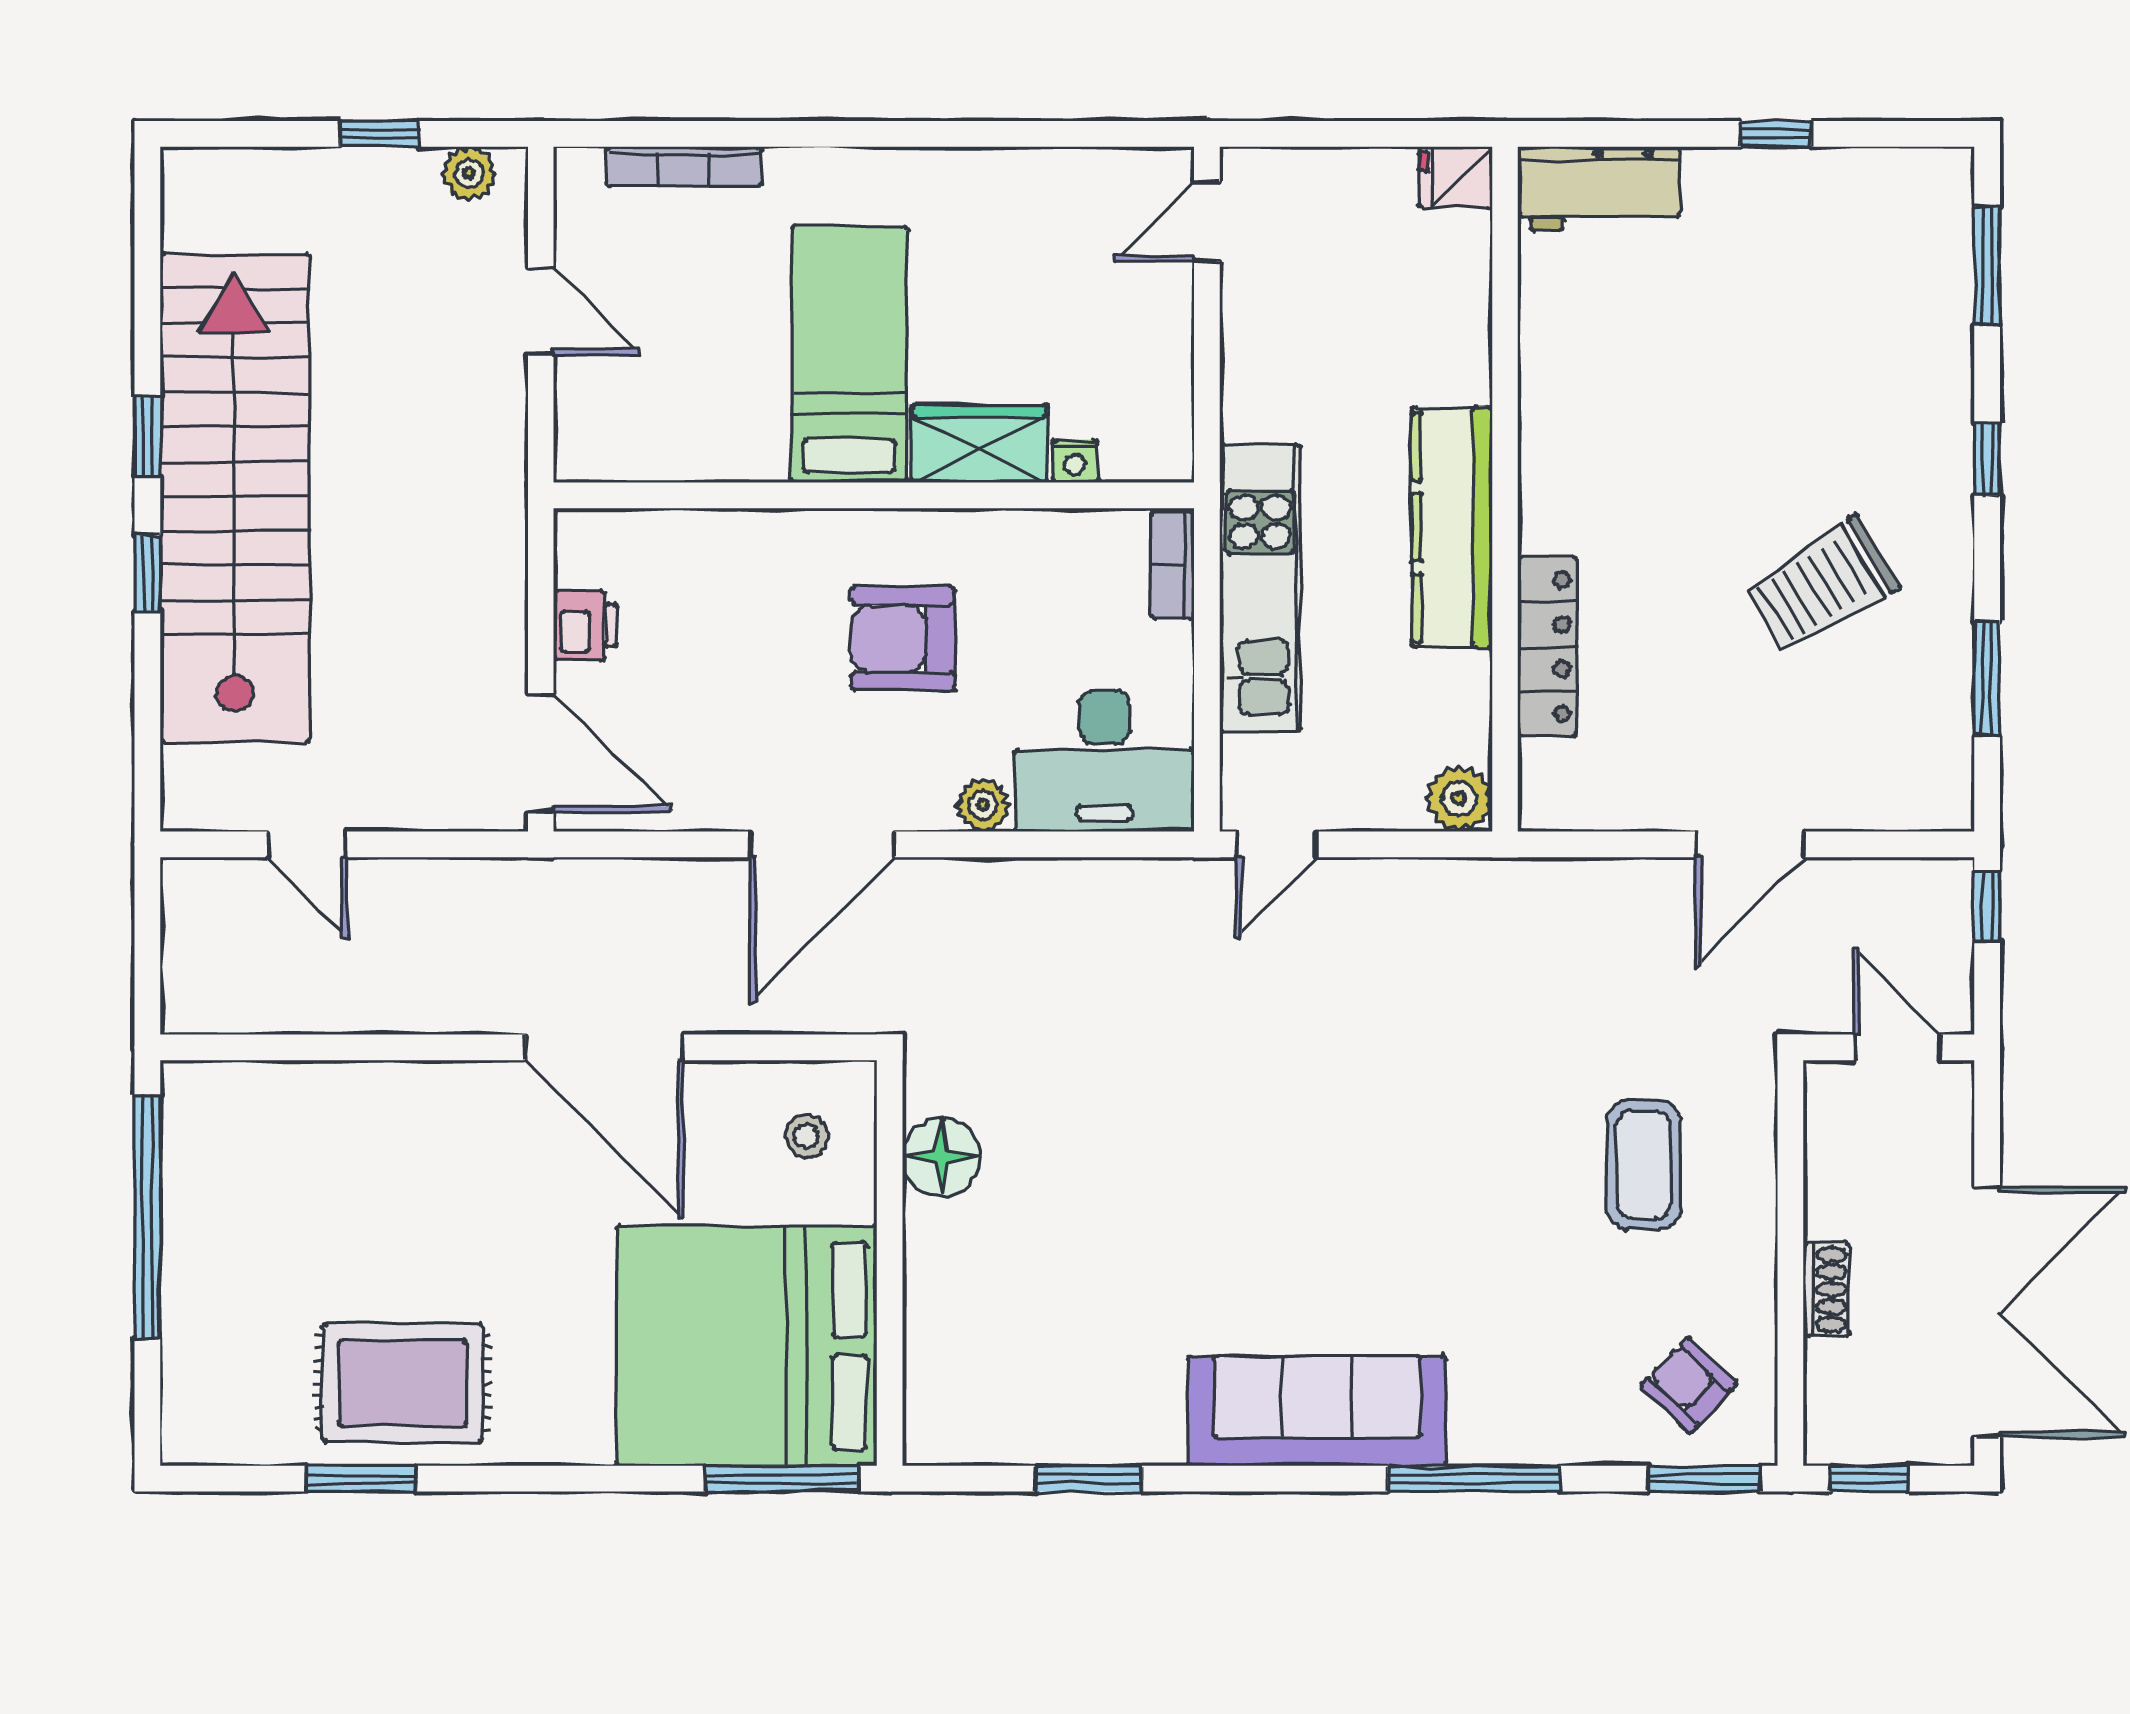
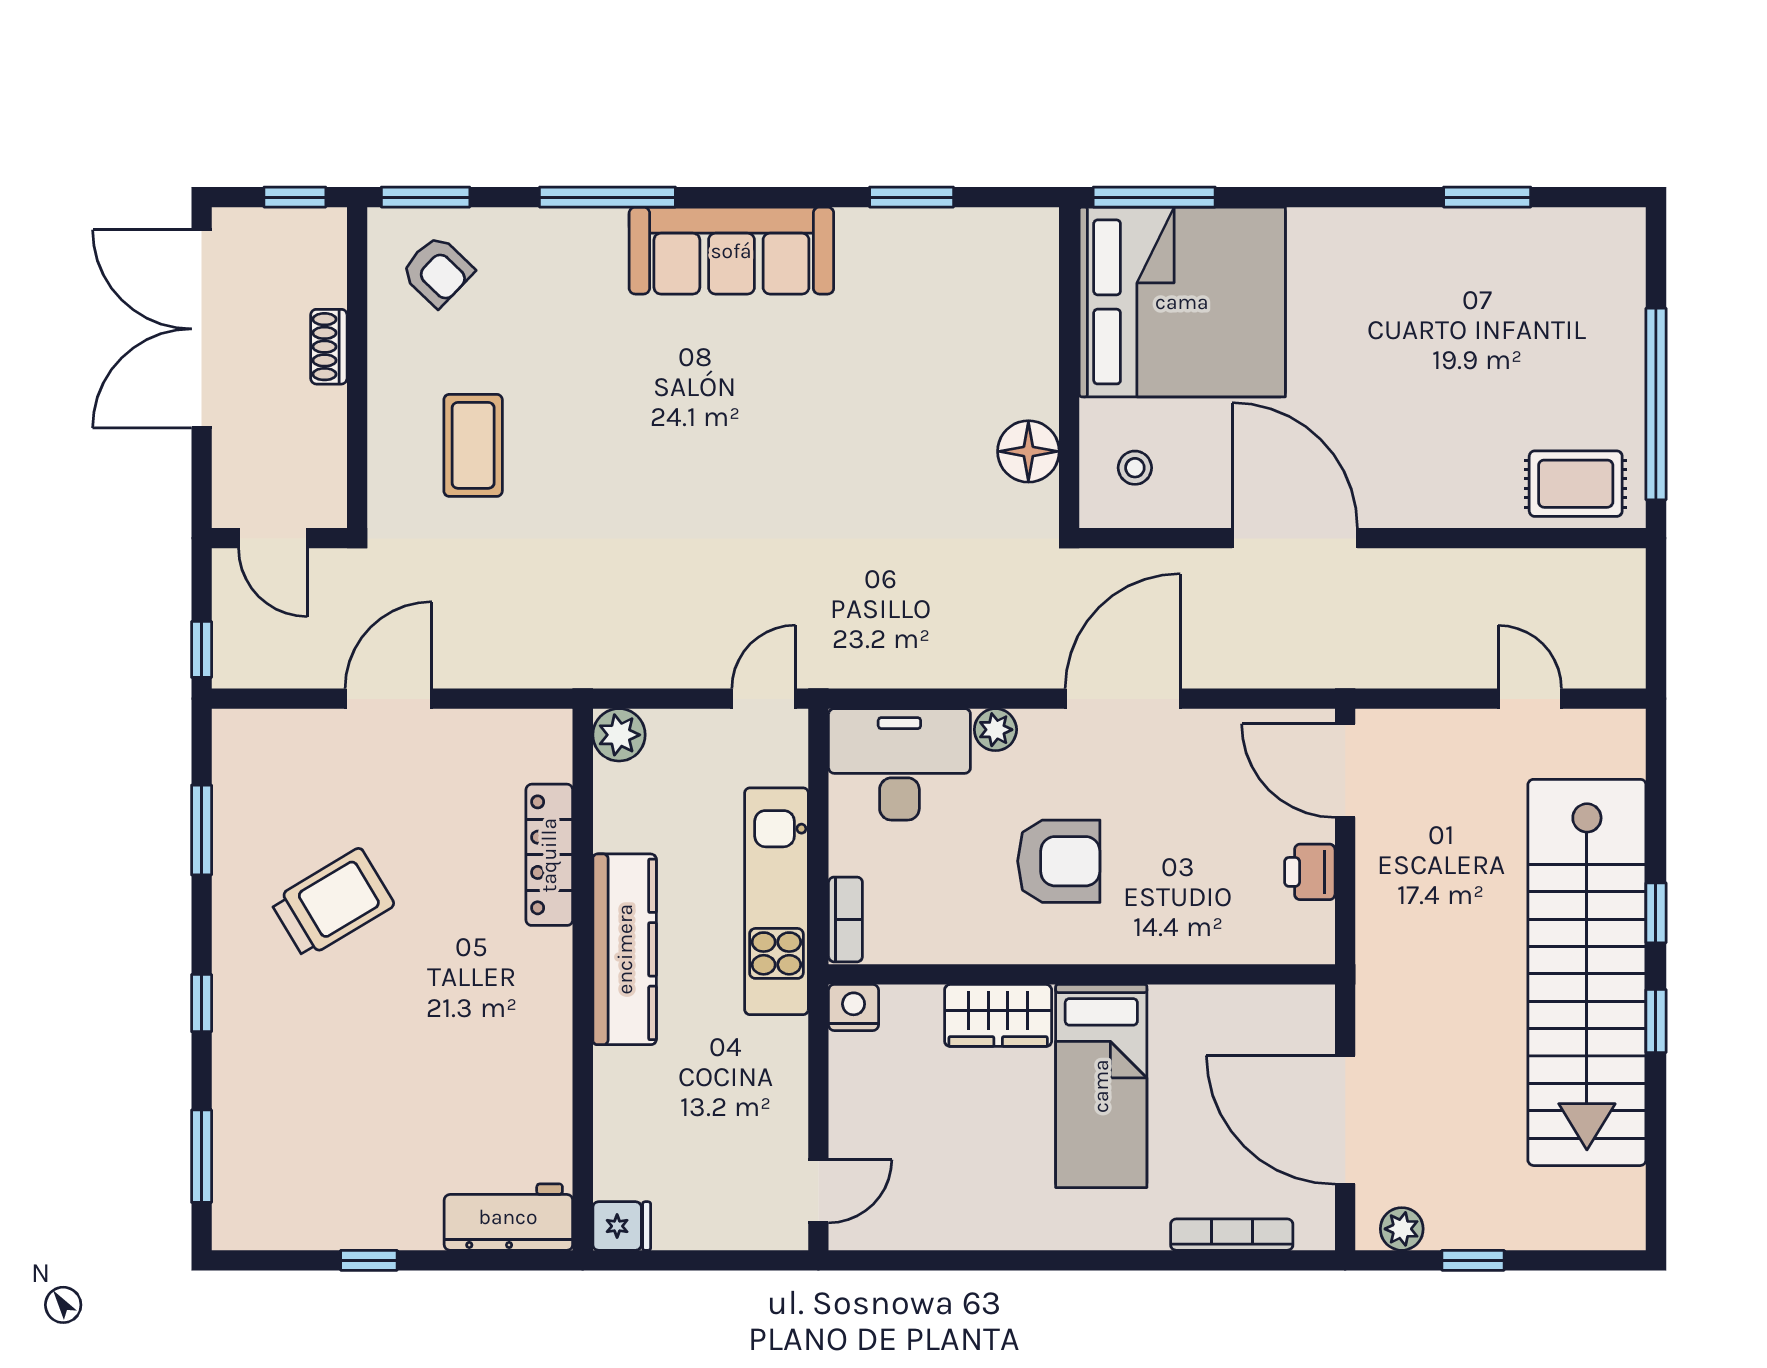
door: (541, 311) -> (1345, 1120), width x1.87
nightstand: (1075, 461) -> (854, 1008), moved, width x1.39, depth x1.35
rug: (403, 1383) -> (1576, 484), moved, width x0.73, depth x0.70

